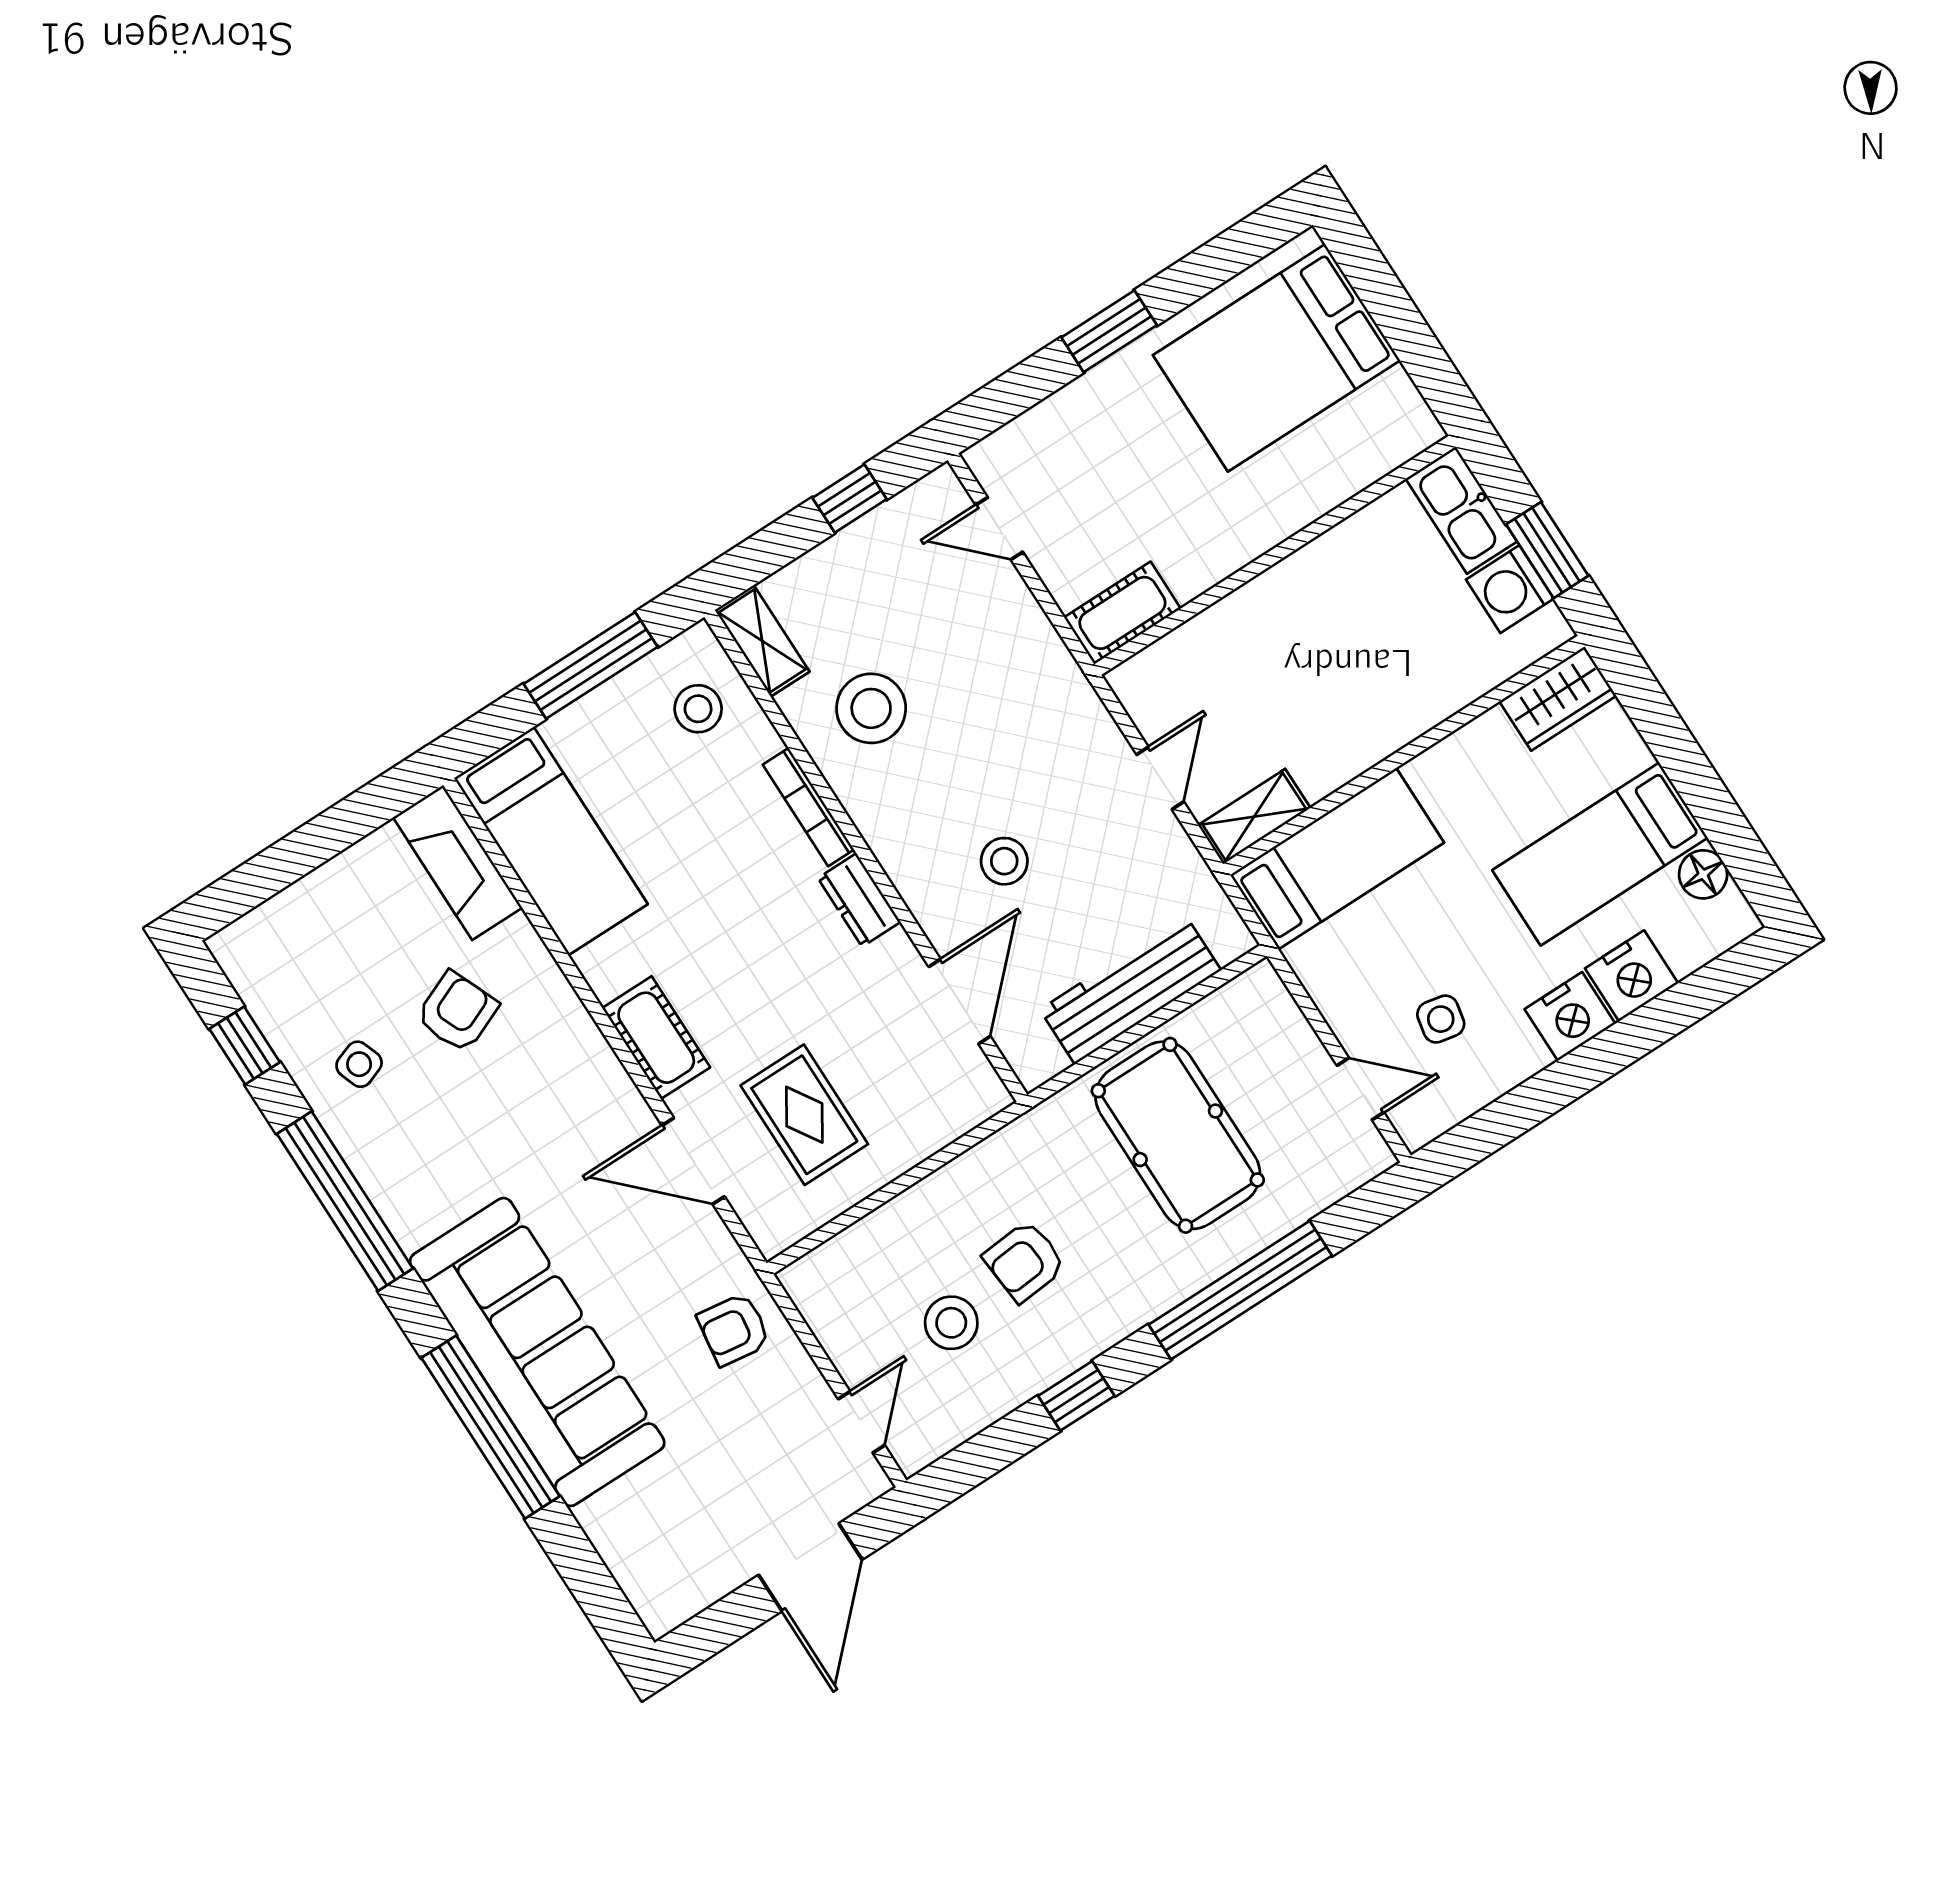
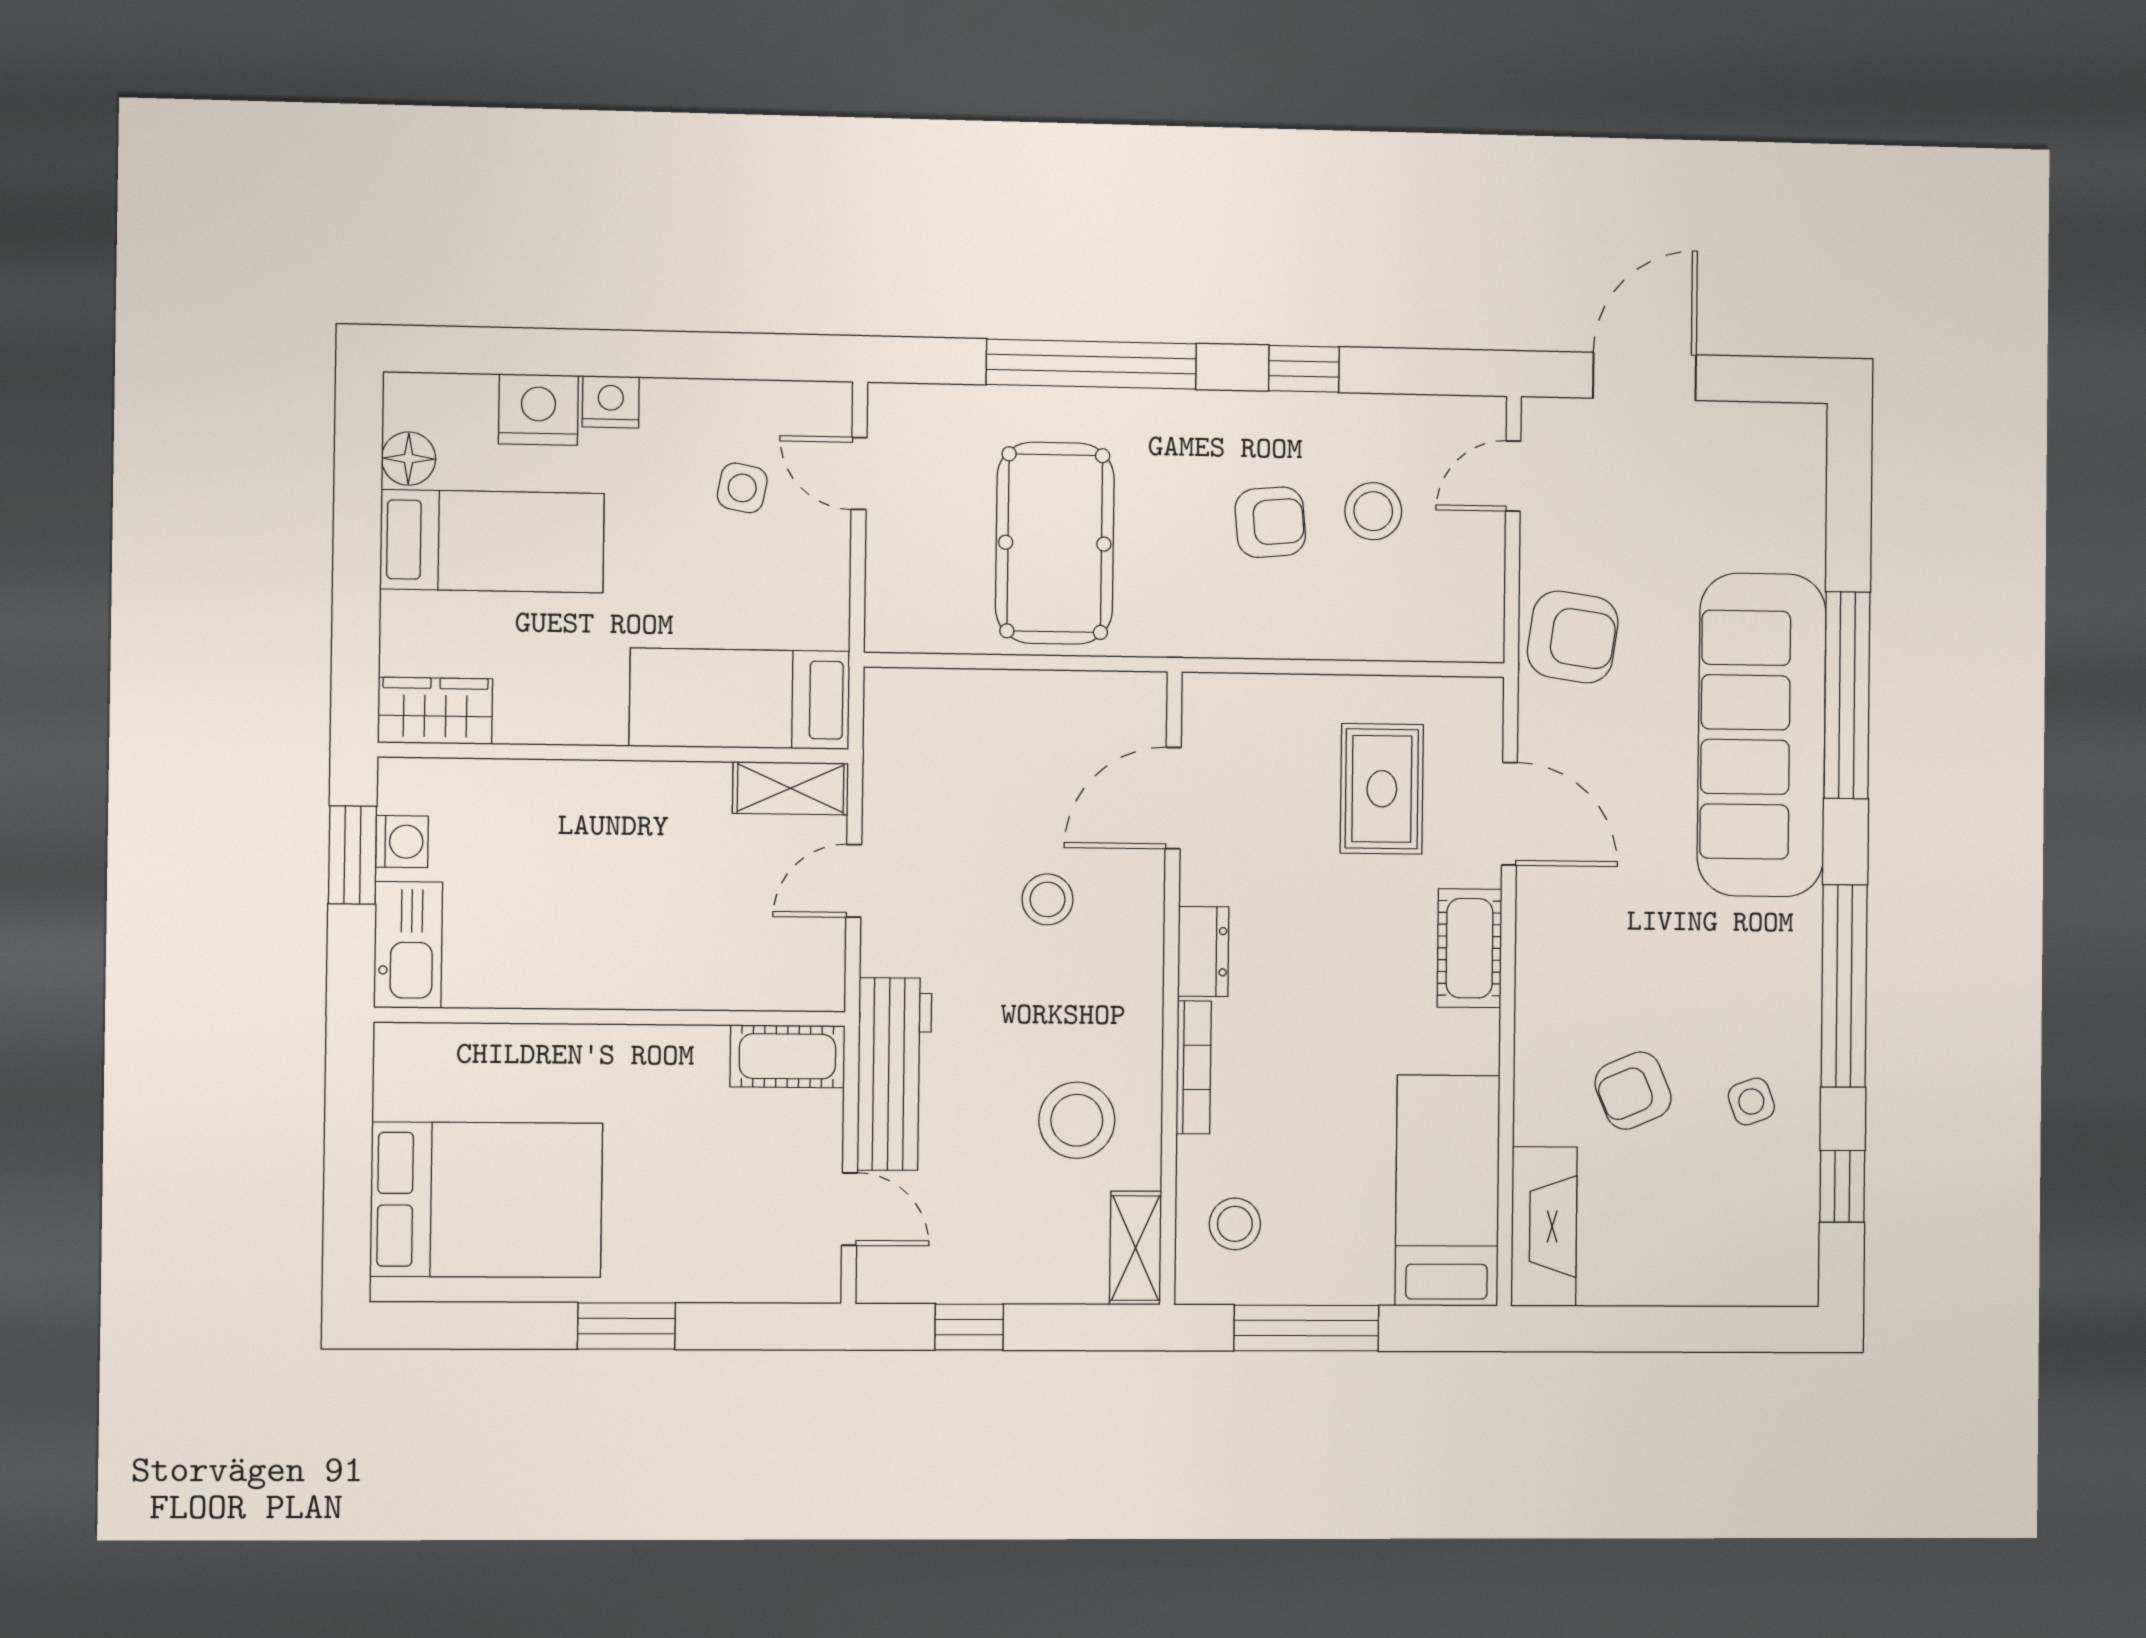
washing machine: (1510, 589) -> (402, 842), width x0.73, depth x0.73
workbench: (1130, 990) -> (894, 1074), moved, turned -90
nightstand: (1570, 1016) -> (611, 402), width x0.74, depth x0.75
armchair: (734, 1329) -> (1573, 637), width x1.38, depth x1.38

